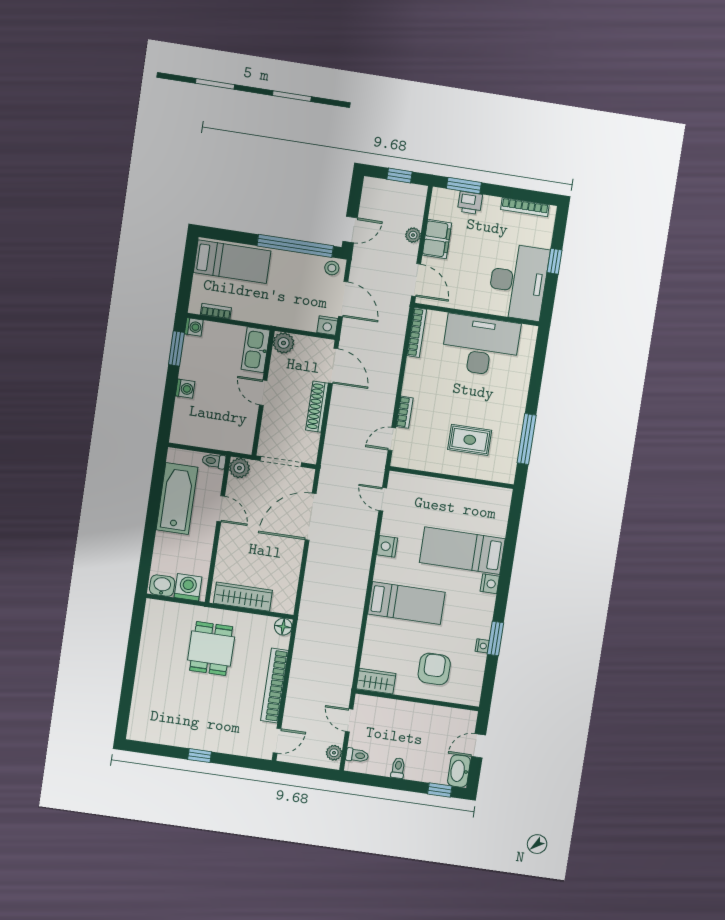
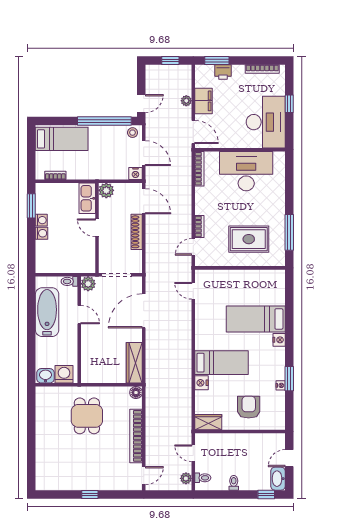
washing machine: (194, 327) -> (41, 220), moved
rug: (470, 440) -> (249, 239), width x1.36, depth x1.43
nightstand: (387, 546) -> (201, 383), moved
wardrobe: (243, 597) -> (134, 363), moved, turned -90

